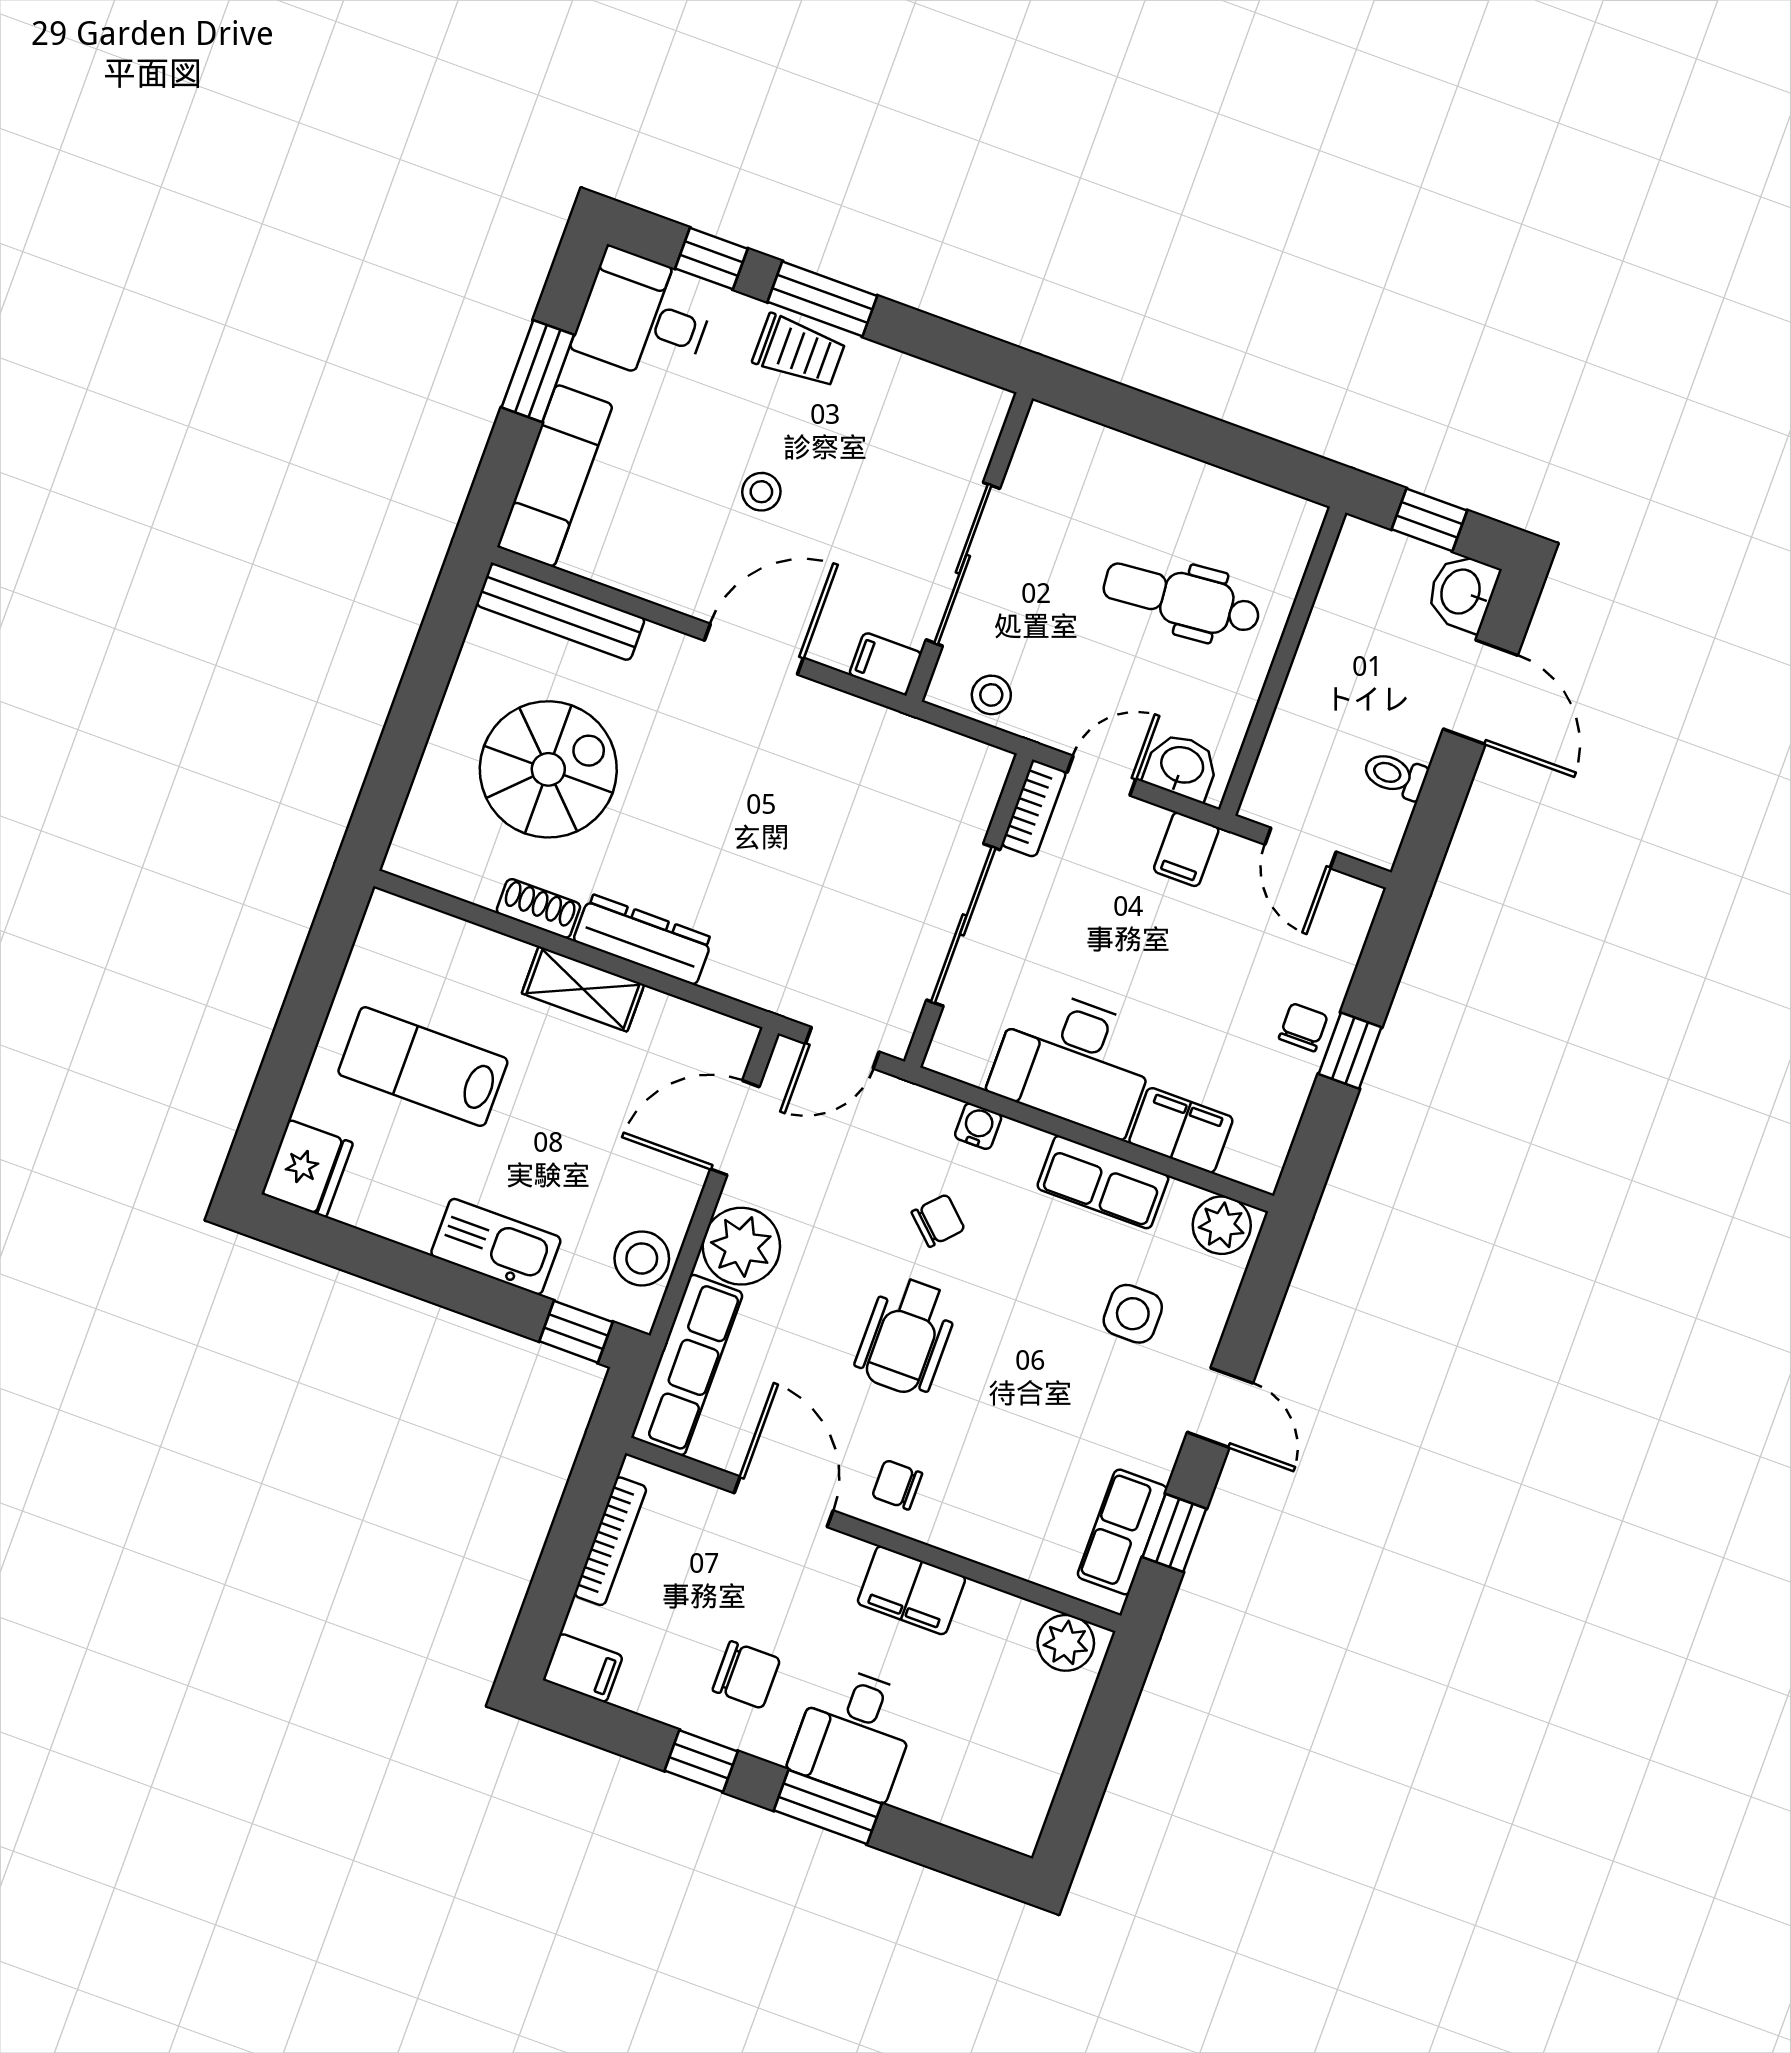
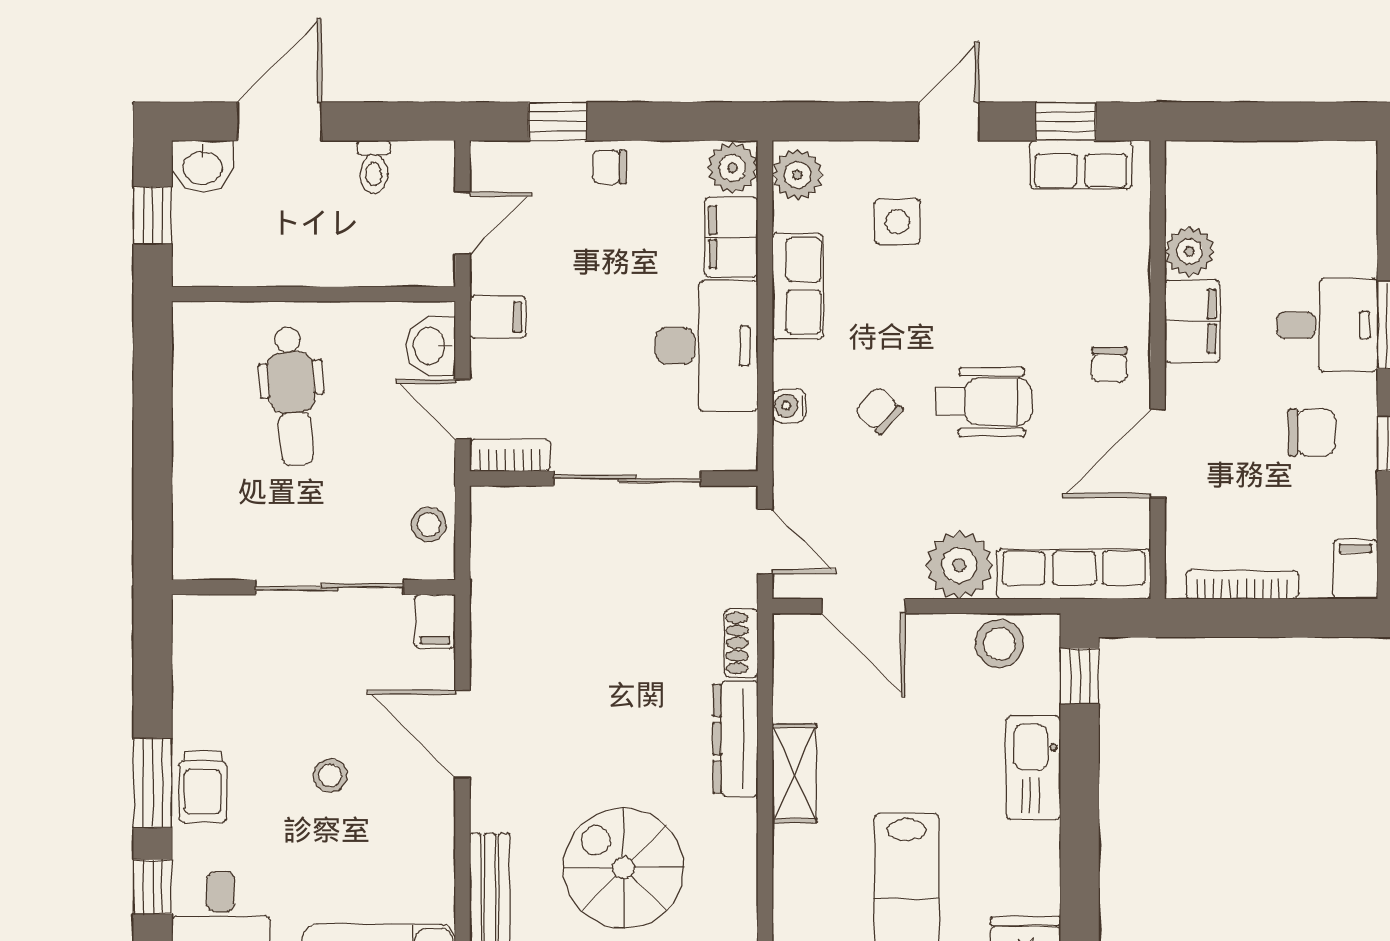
trolley: (799, 351) -> (203, 787), turned 180
shoe rack: (538, 908) -> (741, 643), moved
window: (1350, 1051) -> (557, 121), moved
plant: (1254, 1158) -> (732, 168), added
plant: (1066, 1643) -> (1189, 251), moved
chair: (746, 1675) -> (1312, 432), turned 90

